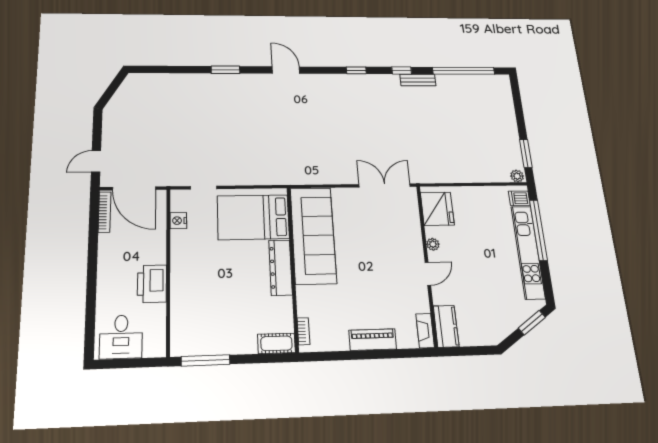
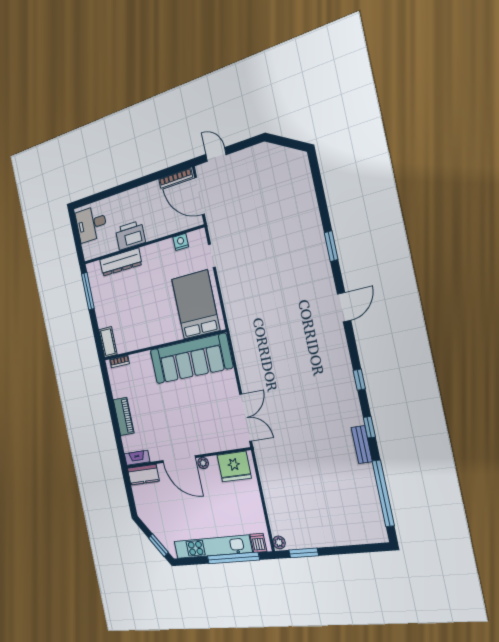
door: (134, 188) -> (199, 196), hinge flipped
dresser: (280, 268) -> (121, 262), moved, turned 180
door: (428, 274) -> (179, 459), width x1.87

